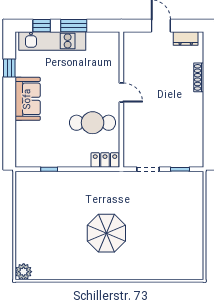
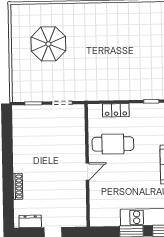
door: (121, 93) -> (87, 172), swing flipped
locker: (105, 160) -> (116, 110), moved
parasol: (106, 233) -> (48, 44), moved

